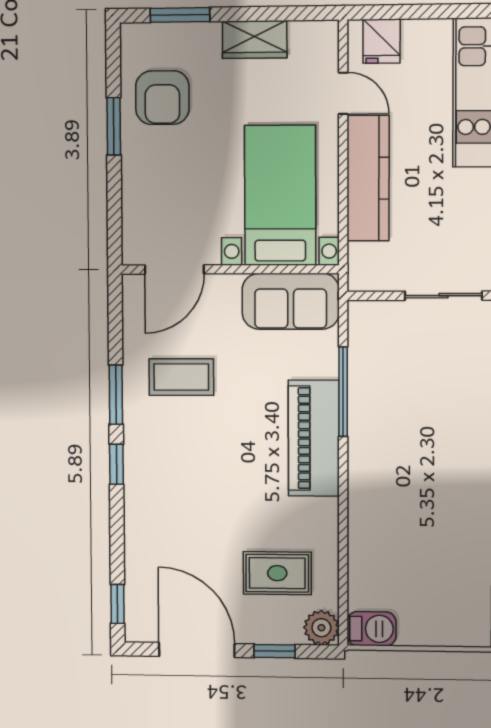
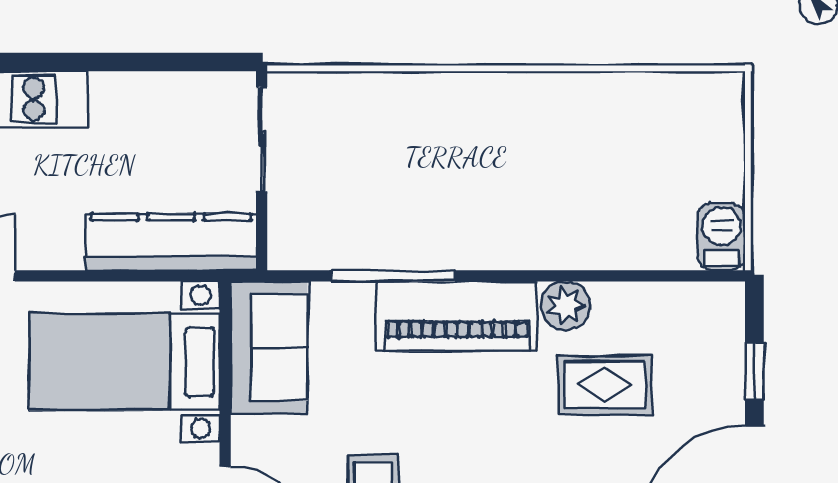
kitchen counter: (368, 178) -> (171, 242), moved
rug: (277, 573) -> (604, 385), moved, turned 90
plant: (321, 628) -> (566, 306), moved

